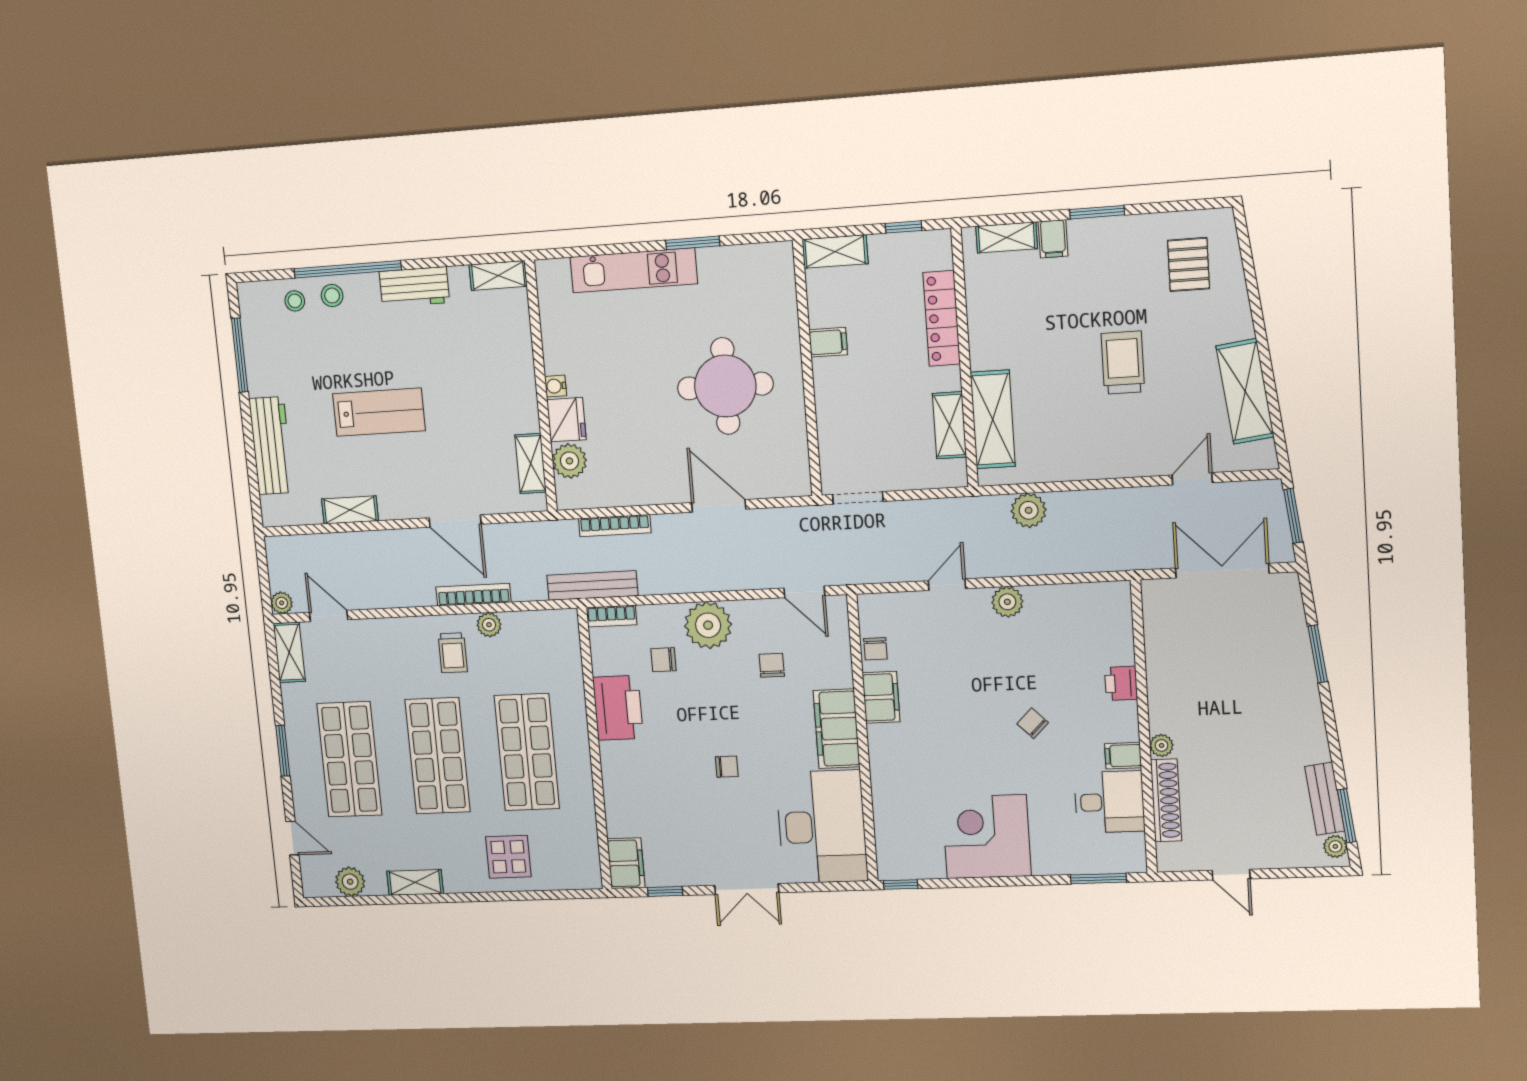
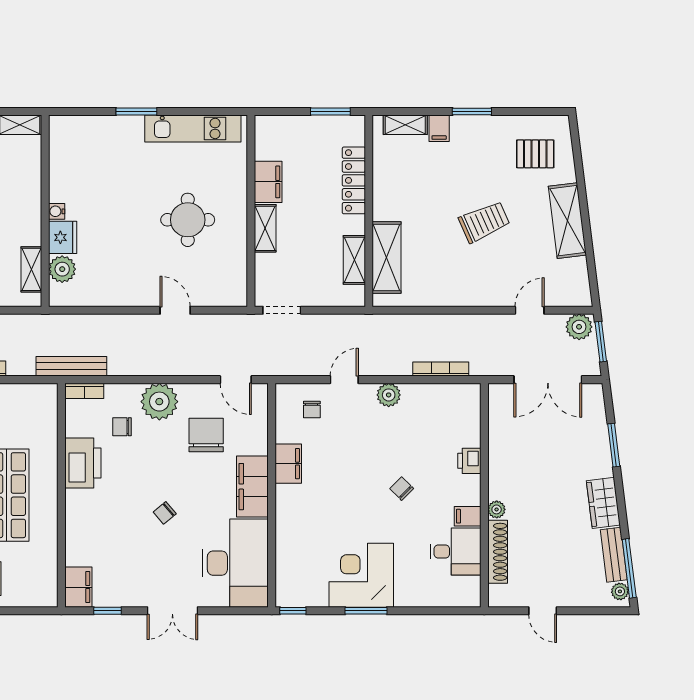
window: (904, 227) -> (330, 112), width x1.50
window: (693, 243) -> (136, 112), moved
shelving: (835, 252) -> (265, 228), moved, turned 90
pallet: (1189, 264) -> (535, 154), turned 90
kitchen unit: (634, 270) -> (193, 128), moved
filing cabinet: (828, 342) -> (268, 182), width x2.00
trolley: (1123, 363) -> (484, 222), turned 66
round table: (725, 386) -> (188, 220), width x0.73, depth x0.73
shelving: (1245, 391) -> (567, 221), moved
door: (719, 506) -> (175, 310), width x0.73
plant: (1029, 510) -> (579, 327), moved
bookcase: (615, 526) -> (441, 369), moved, turned 180
double door: (1222, 571) -> (548, 380), swing flipped
chair: (875, 649) -> (312, 410), moved
chair: (772, 665) -> (206, 435), width x1.87, depth x1.87
wardrobe: (1307, 731) -> (603, 503), added
chair: (727, 767) -> (165, 513), turned 140
window: (1347, 816) -> (629, 568), width x1.44
window: (1098, 879) -> (366, 611), moved

